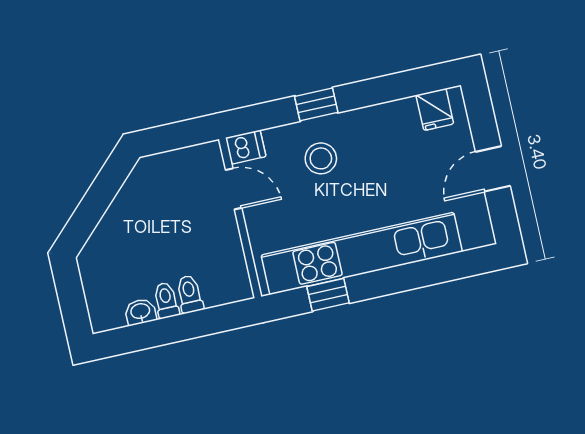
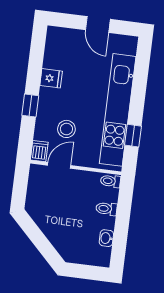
fridge: (435, 109) -> (51, 78), moved
stool: (321, 158) -> (66, 129), moved
toilet: (166, 300) -> (110, 181), moved

